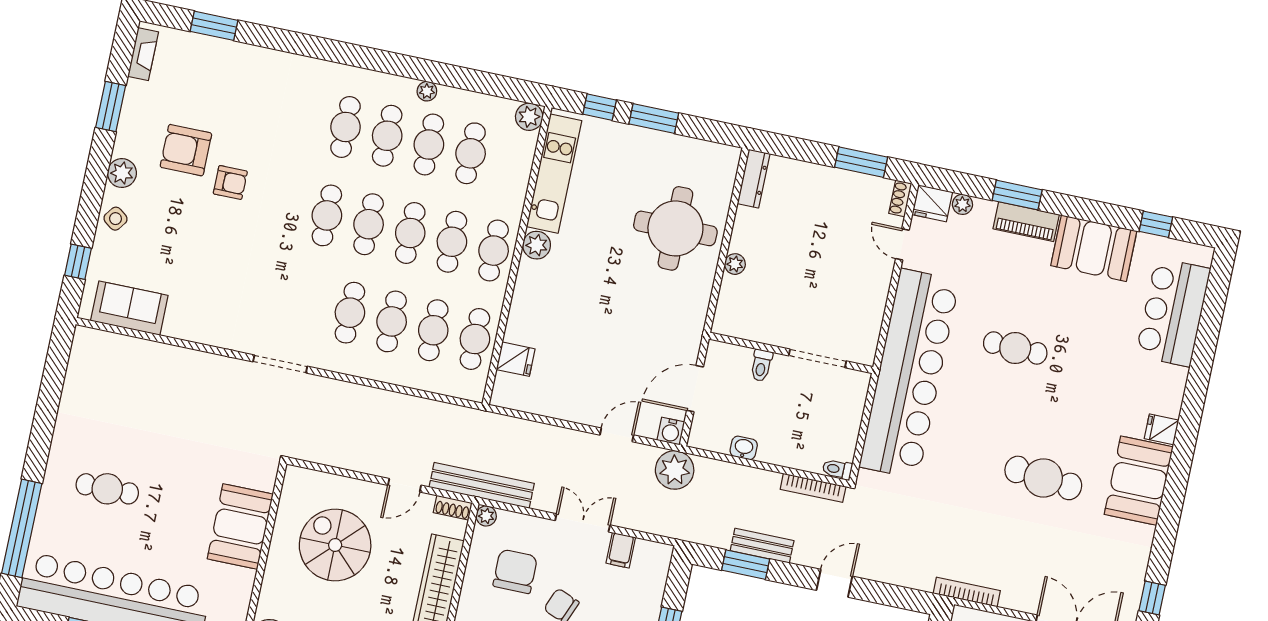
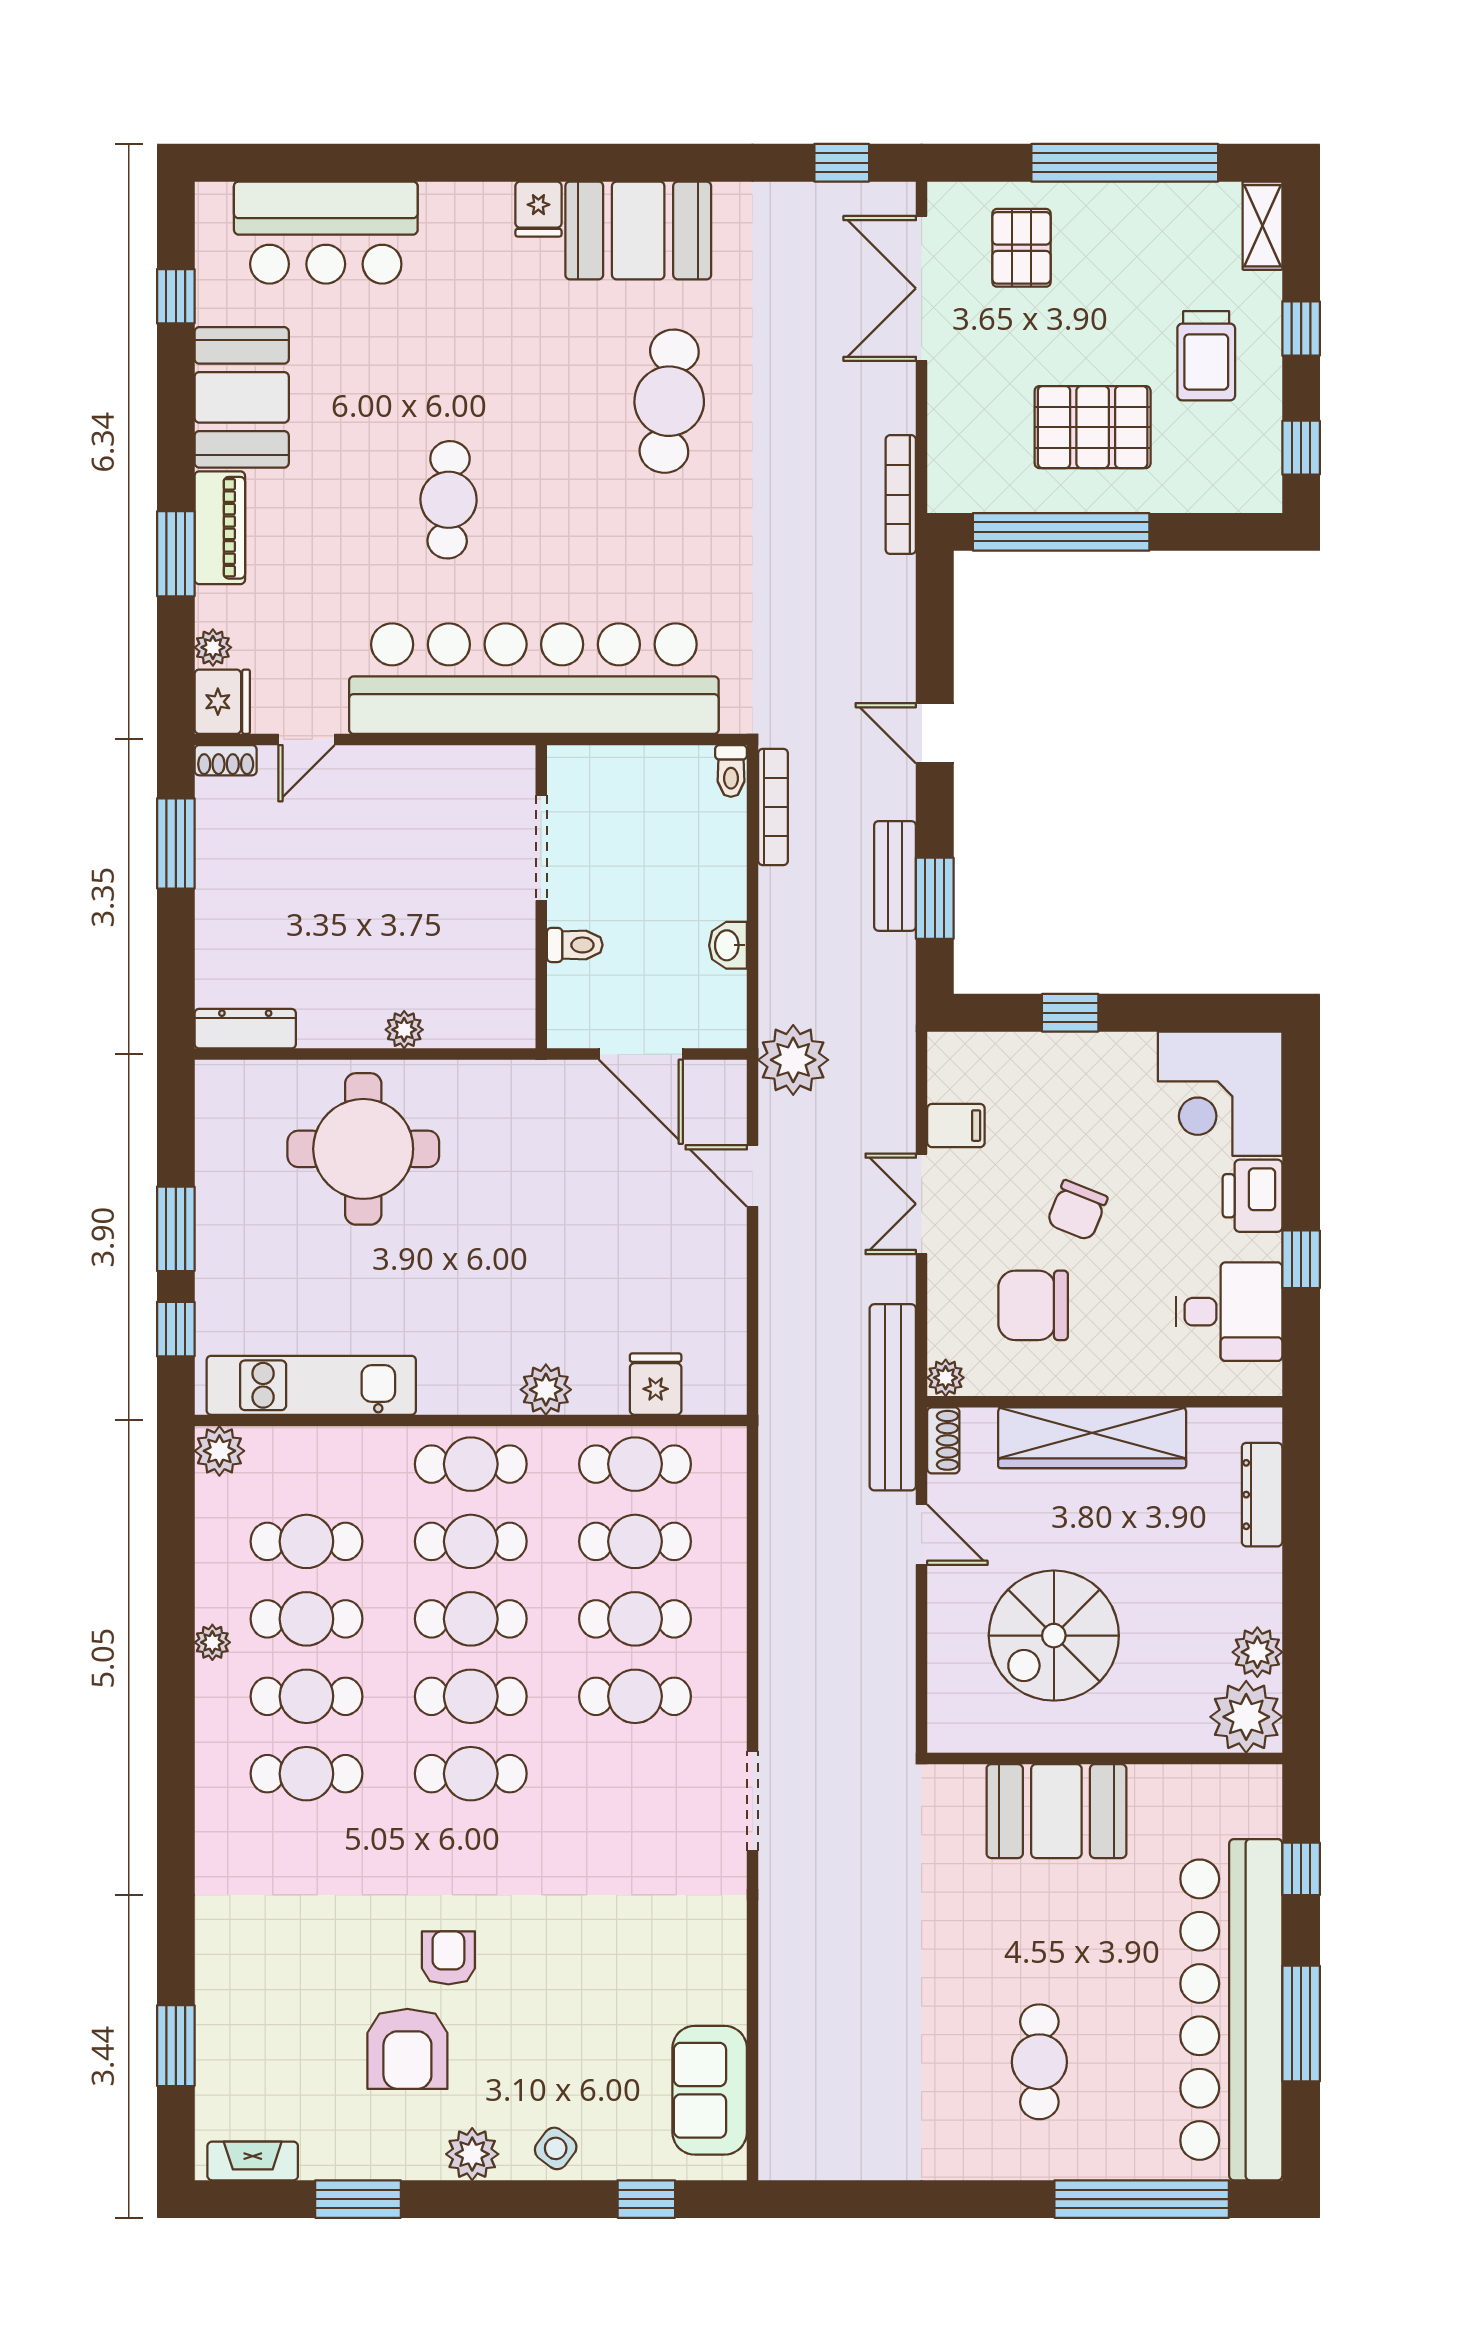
plant: (537, 245) -> (546, 1390), moved
water cooler: (671, 431) -> (725, 1081), removed

